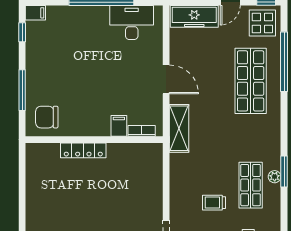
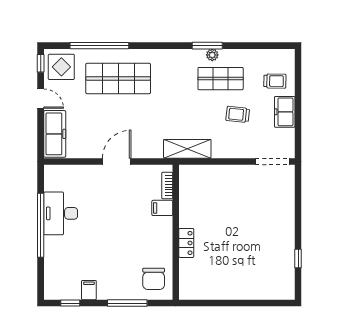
filing cabinet: (35, 13) -> (89, 290), moved
desk: (132, 22) -> (61, 213), moved
shelving: (179, 128) -> (187, 149), moved
locker: (83, 150) -> (186, 243), width x0.66
trolley: (214, 203) -> (238, 114), turned 96

